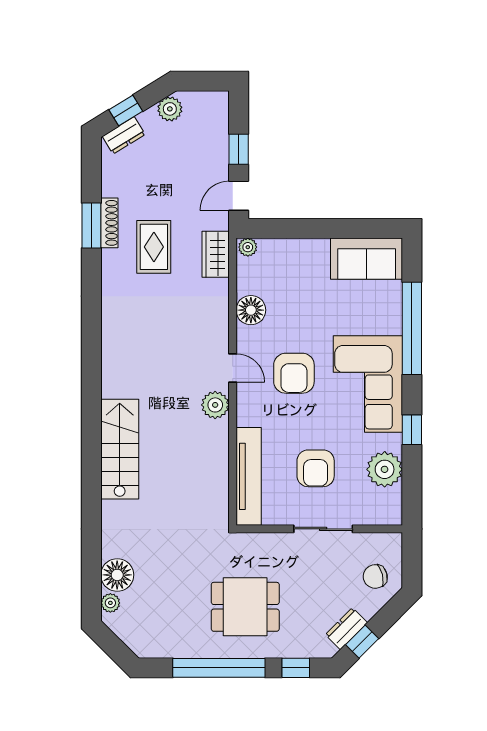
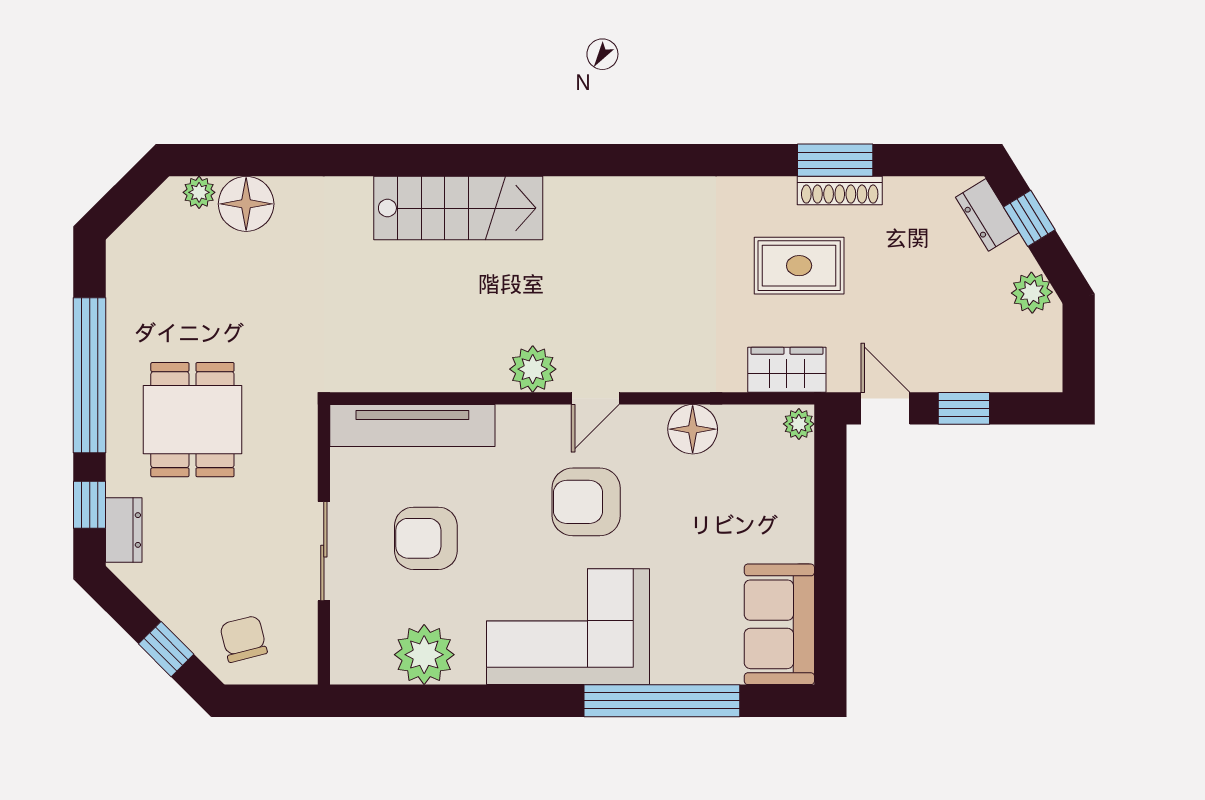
window: (412, 430) -> (491, 701), removed
dresser: (346, 629) -> (124, 530), moved, turned 45
window: (362, 642) -> (166, 649), moved

